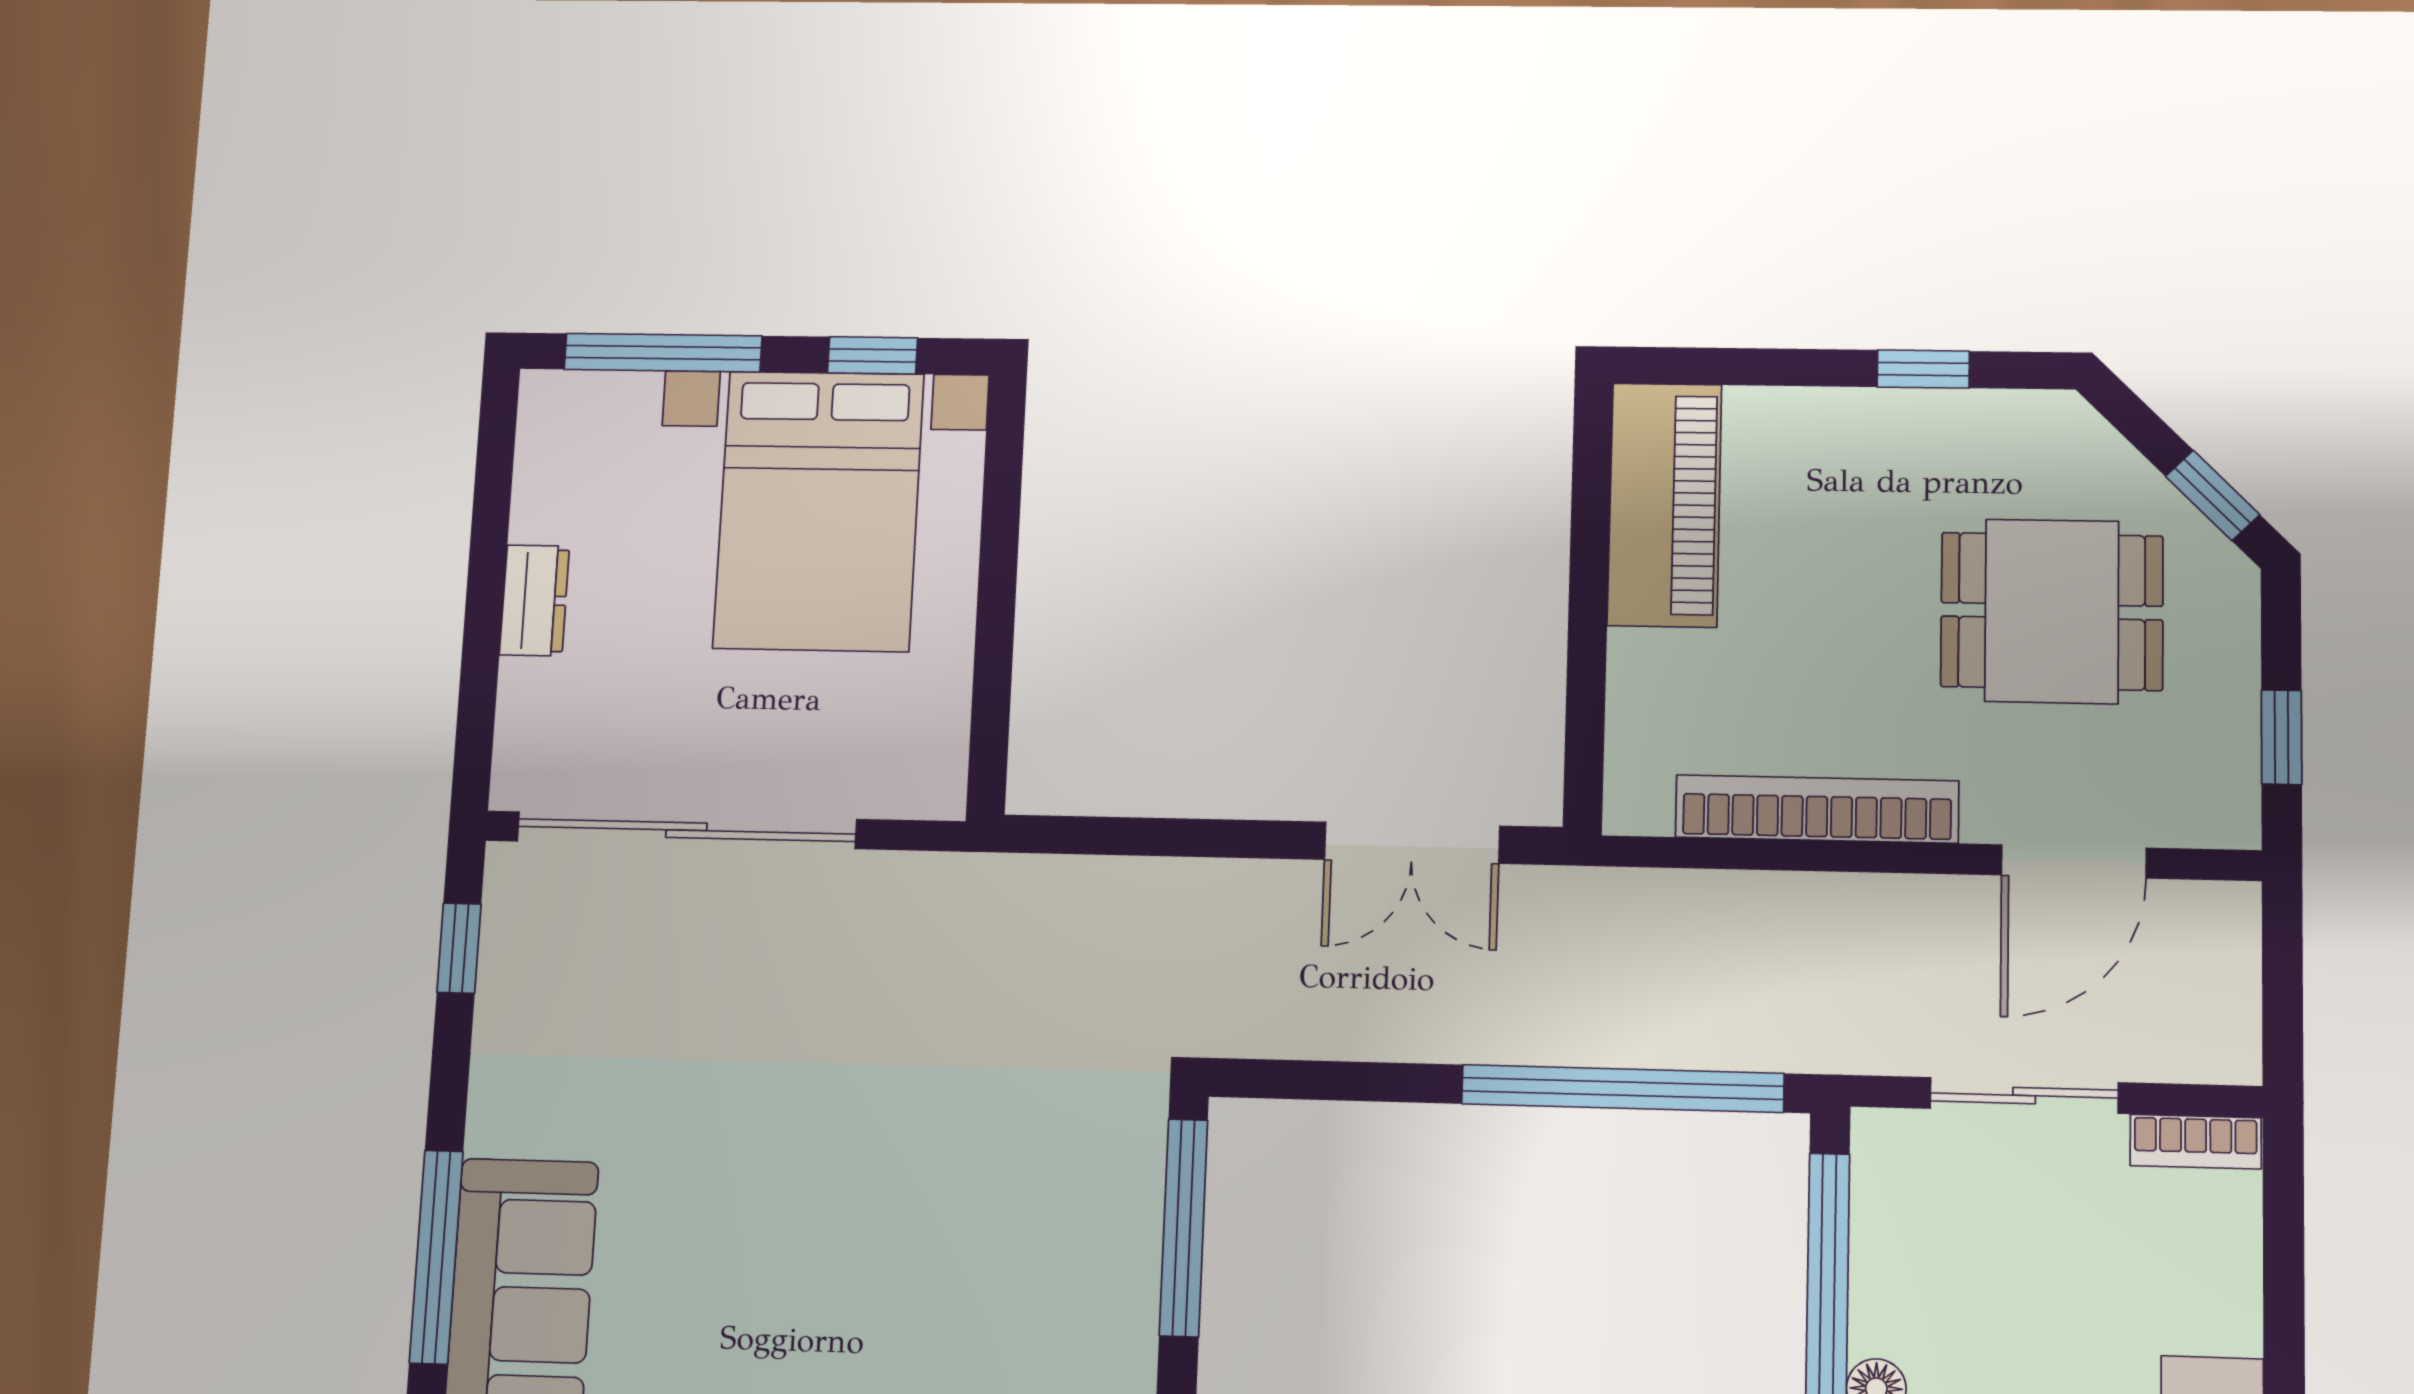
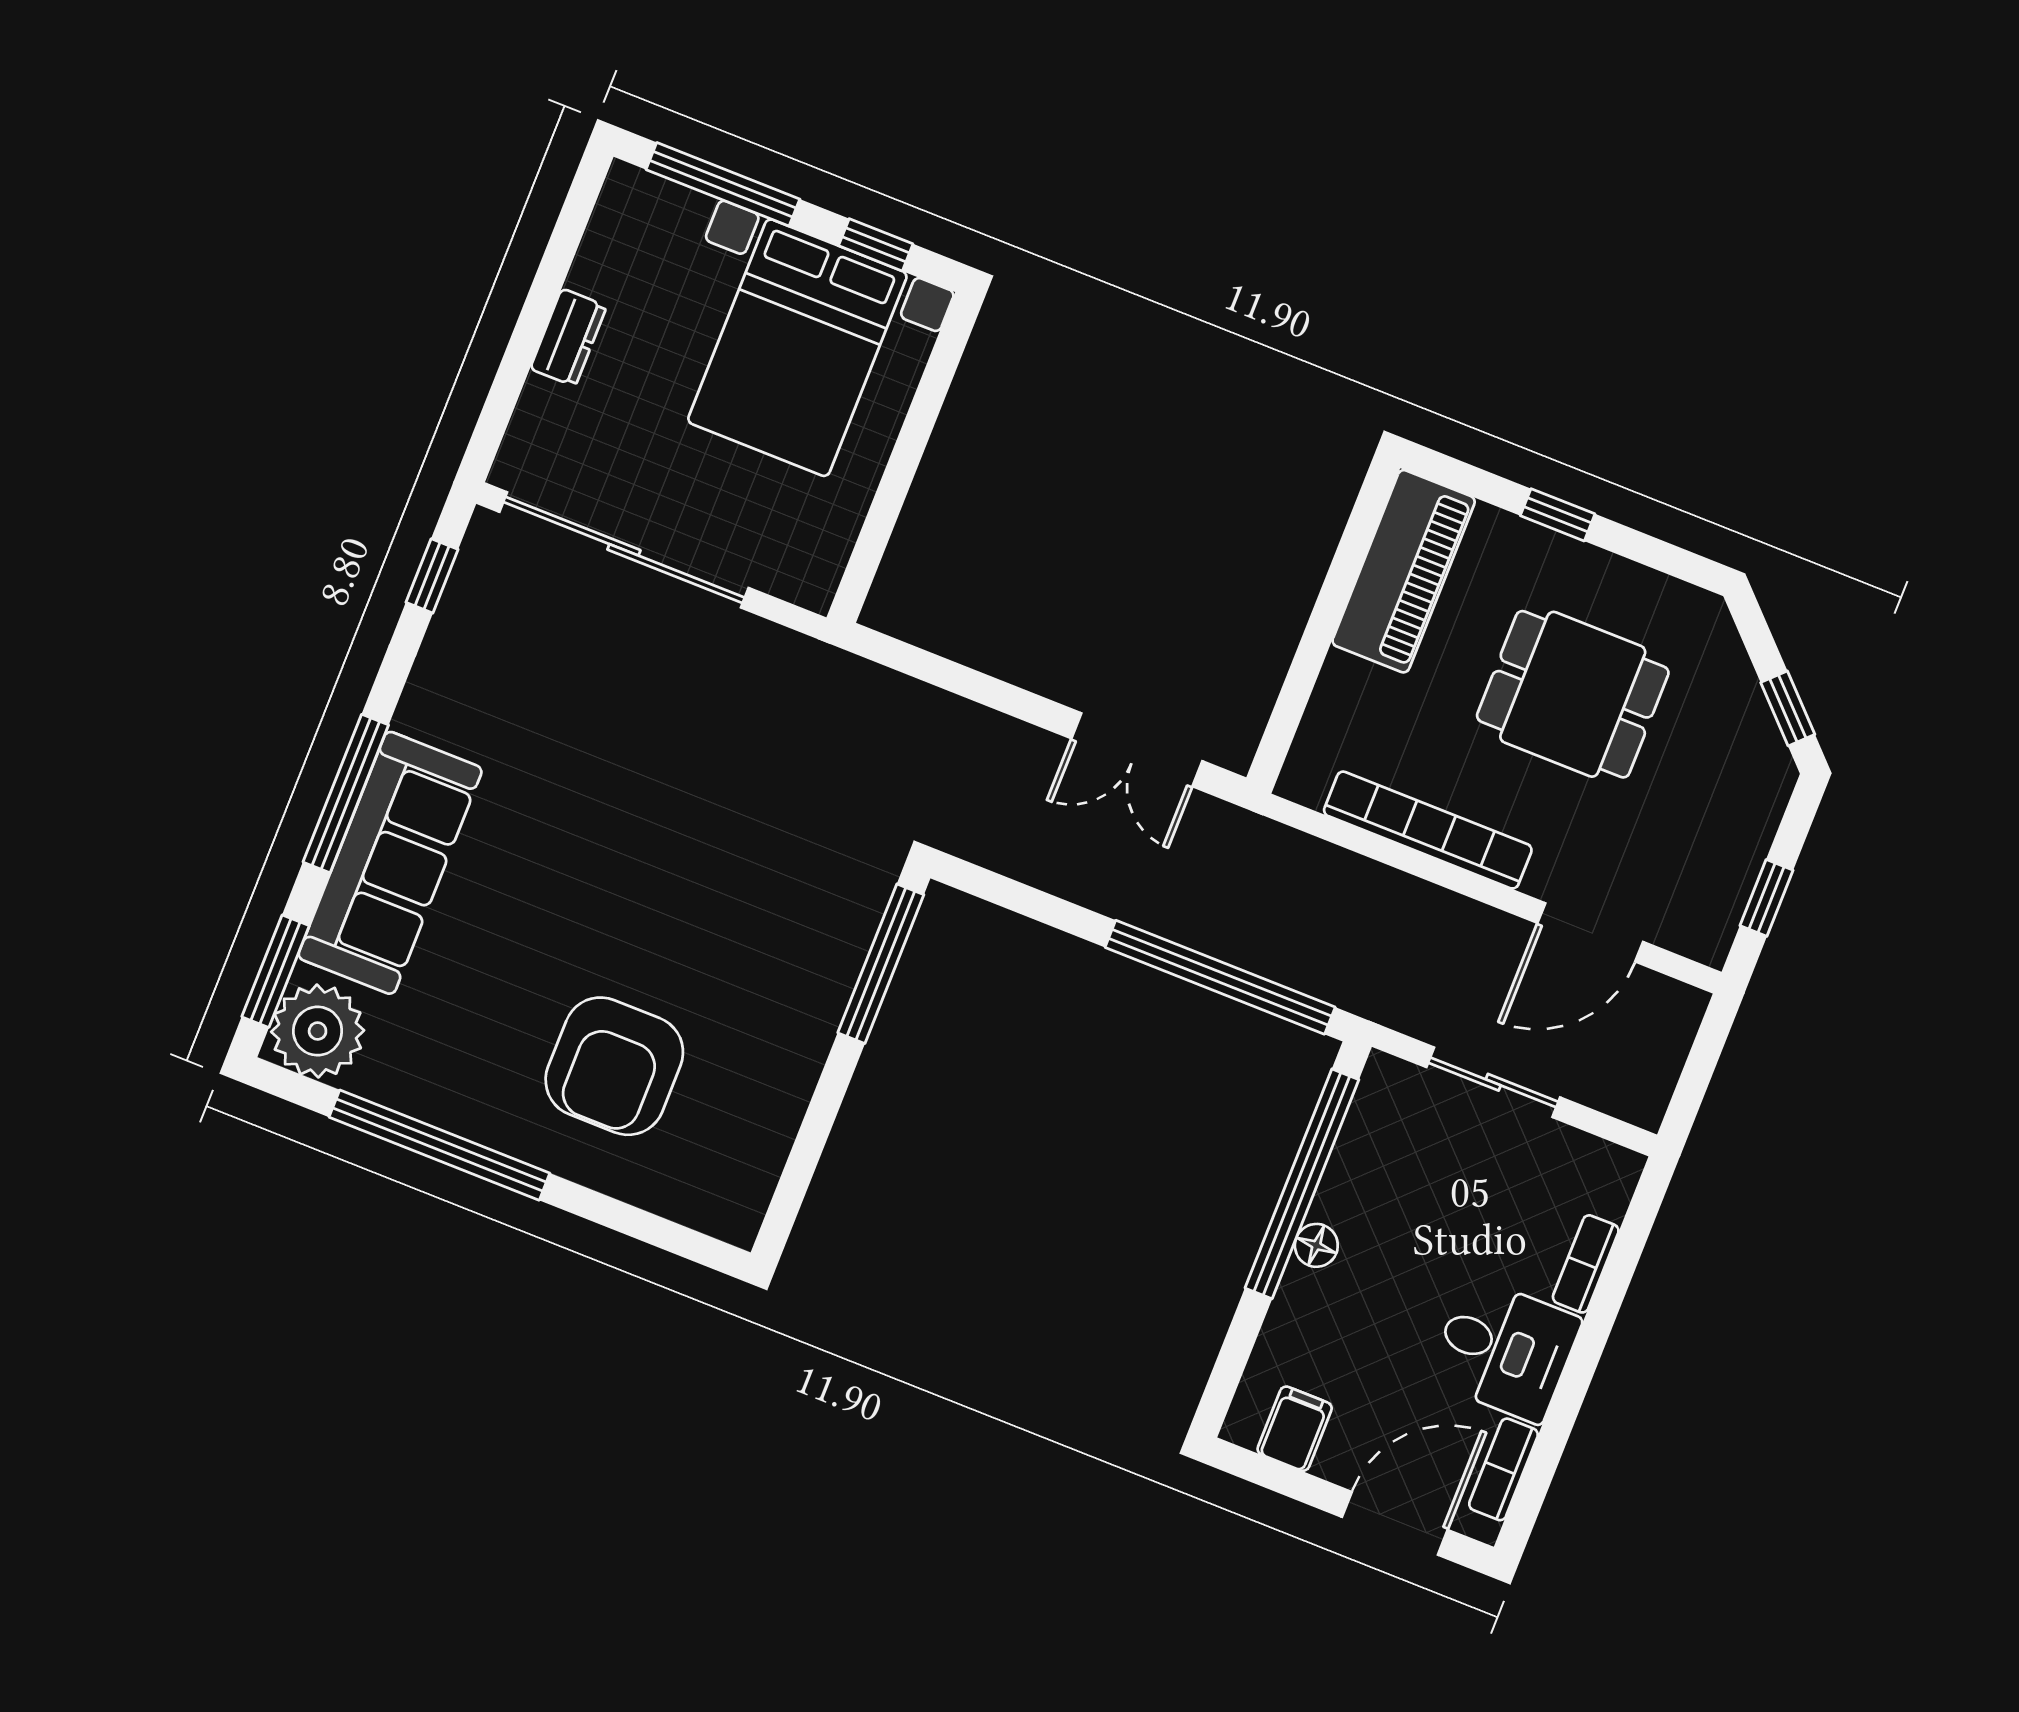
window: (1923, 369) -> (1558, 515), moved
dining table: (2052, 611) -> (1573, 694), moved
bookcase: (2196, 1142) -> (1586, 1264), moved, turned 90

